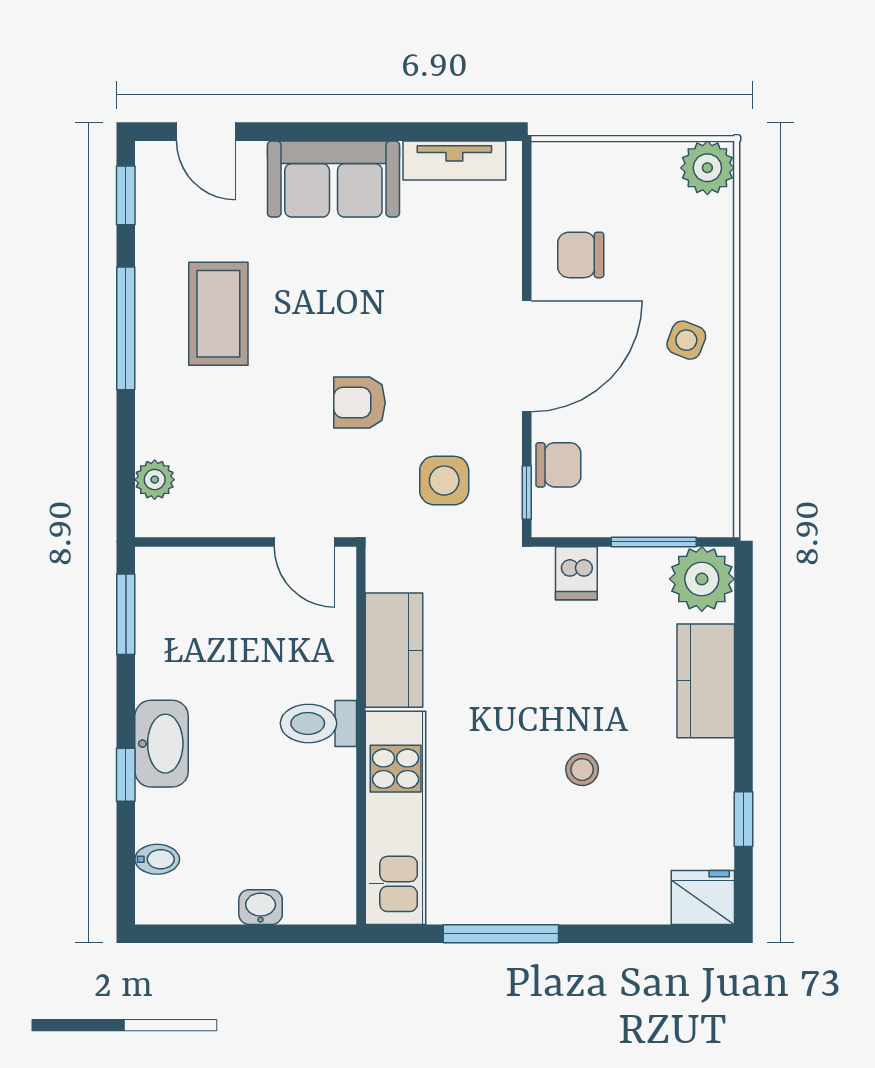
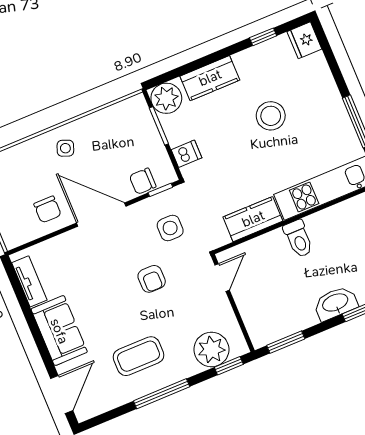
door: (206, 132) -> (62, 394), width x1.38
window: (126, 195) -> (229, 366), moved
chair: (558, 465) -> (143, 181), turned -90
plant: (155, 480) -> (211, 349), width x1.88, depth x1.88
stool: (582, 770) -> (271, 116), width x1.89, depth x1.89

